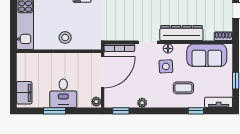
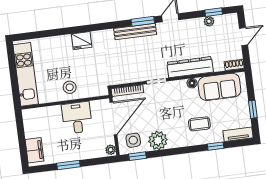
floor lamp: (168, 48) -> (192, 83), moved
side table: (166, 66) -> (133, 140), moved
desk: (63, 93) -> (77, 118), moved, turned 180
plant: (142, 103) -> (158, 141), width x1.87, depth x1.87

